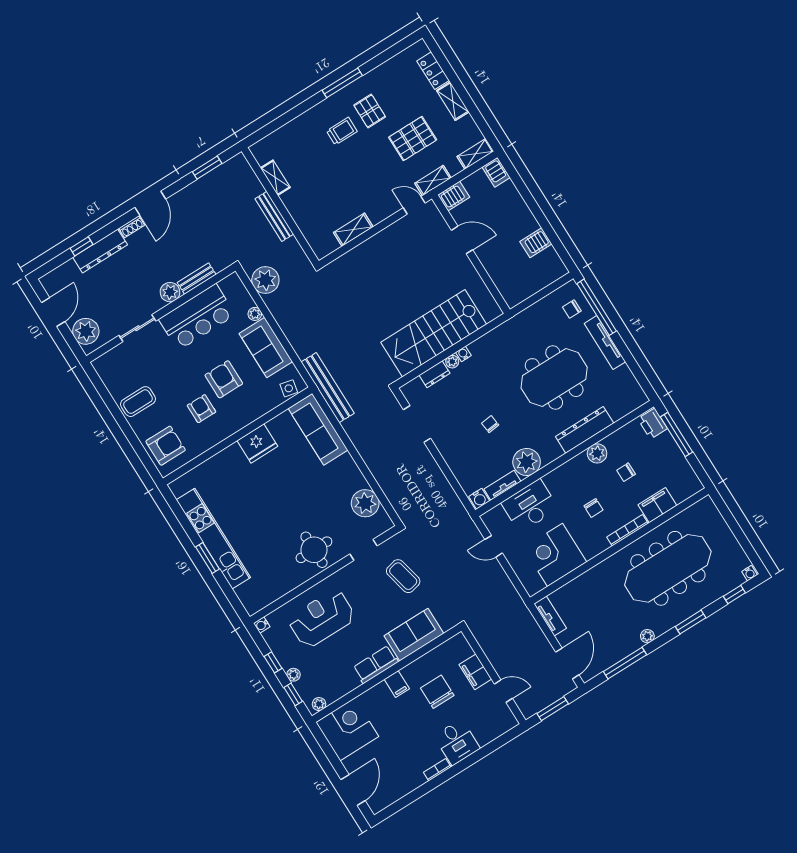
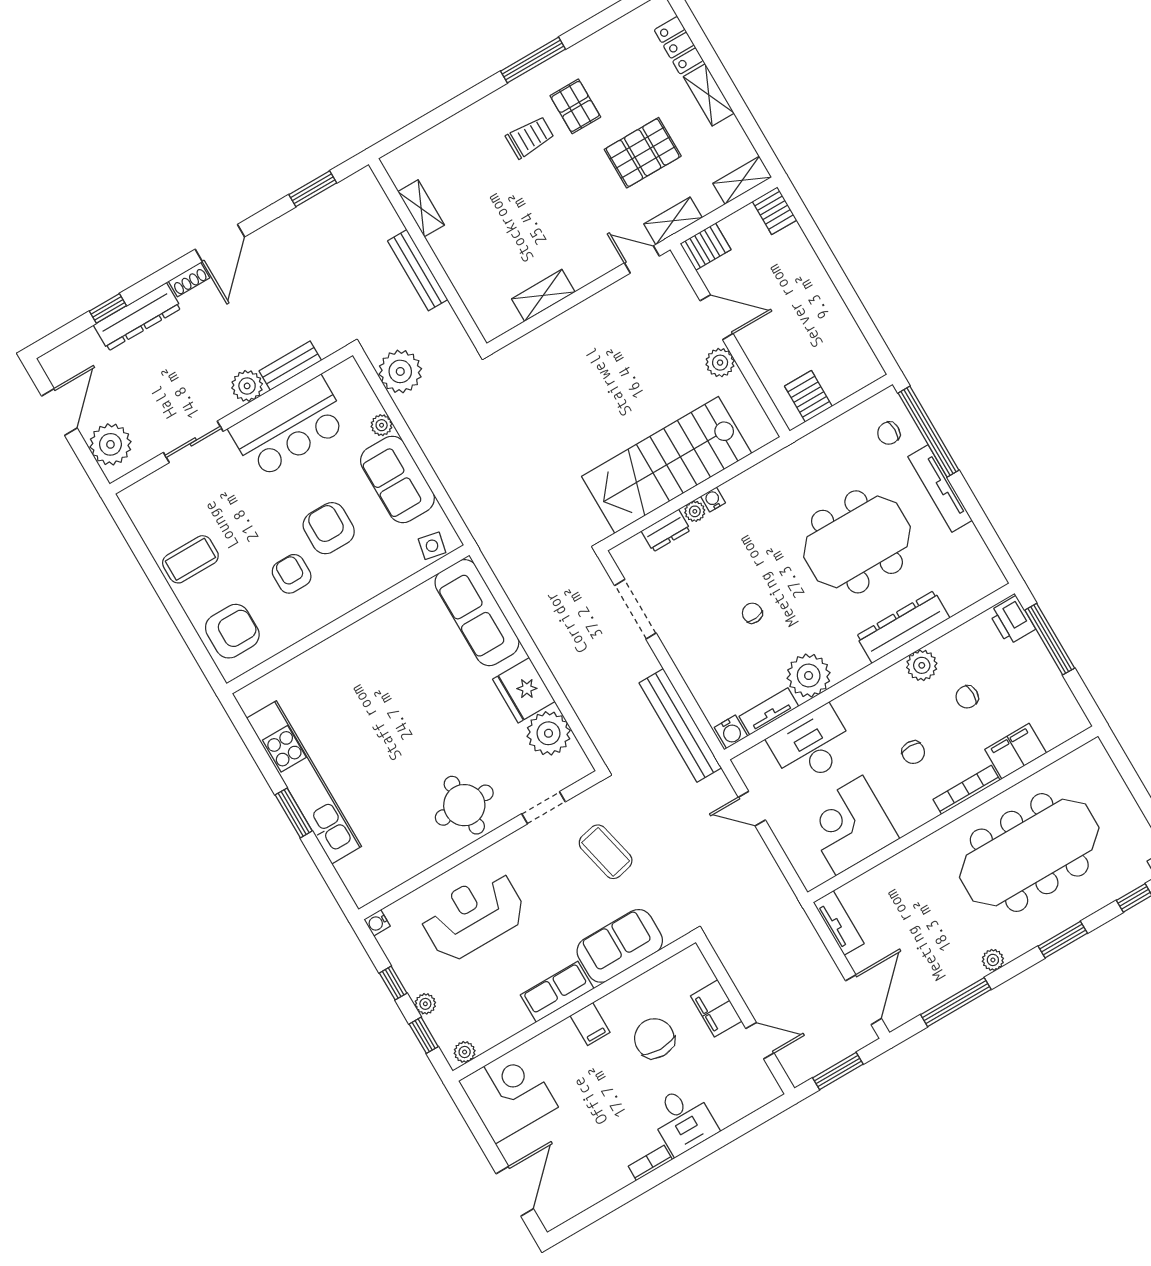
server rack: (536, 243) -> (808, 396), moved, turned 90
plant: (465, 268) -> (720, 363), added
bench: (328, 388) -> (680, 725), moved
fridge: (257, 443) -> (524, 690), moved, turned 90

